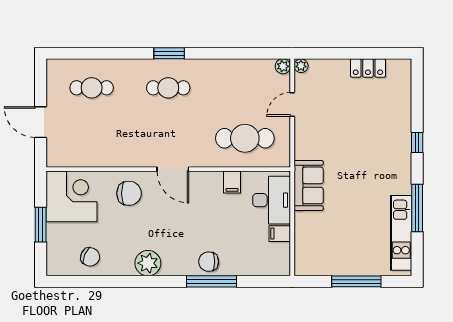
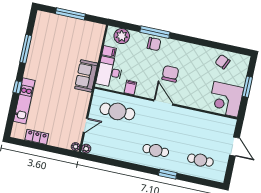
window: (169, 53) -> (168, 174), moved
chair: (129, 193) -> (170, 74), moved, turned 90
kitchen unit: (401, 233) -> (24, 101), moved
plant: (148, 263) -> (122, 36), moved

